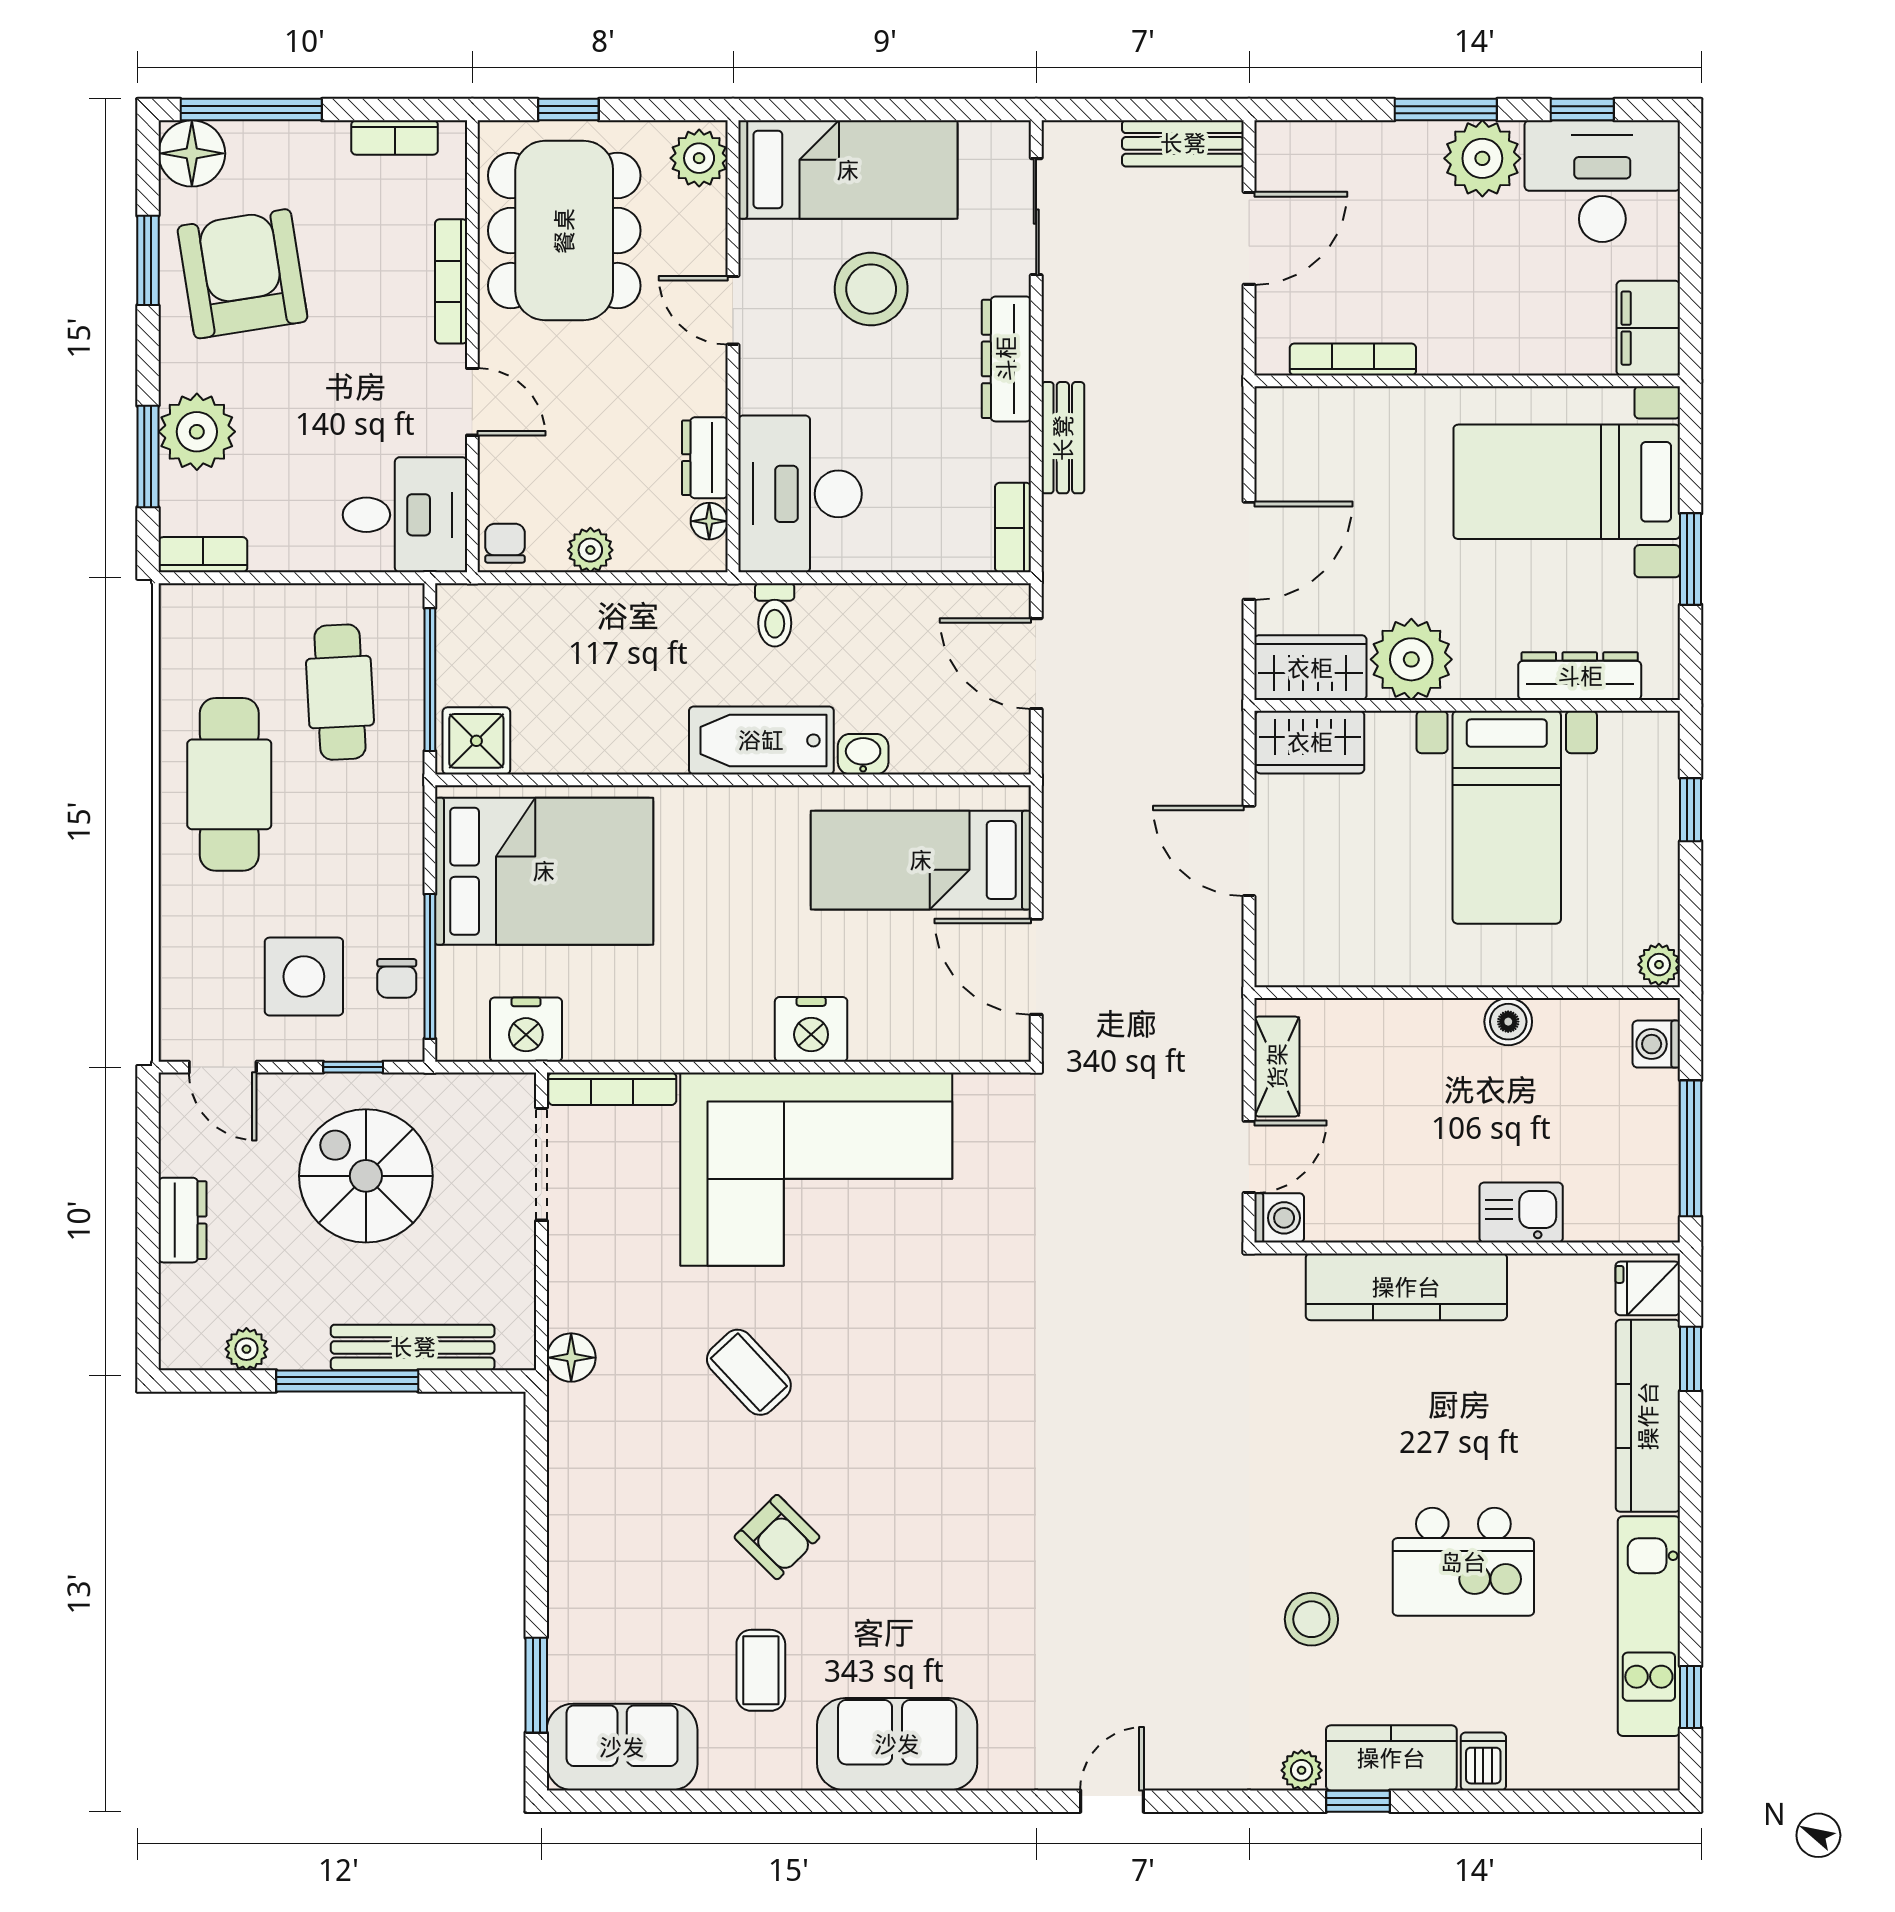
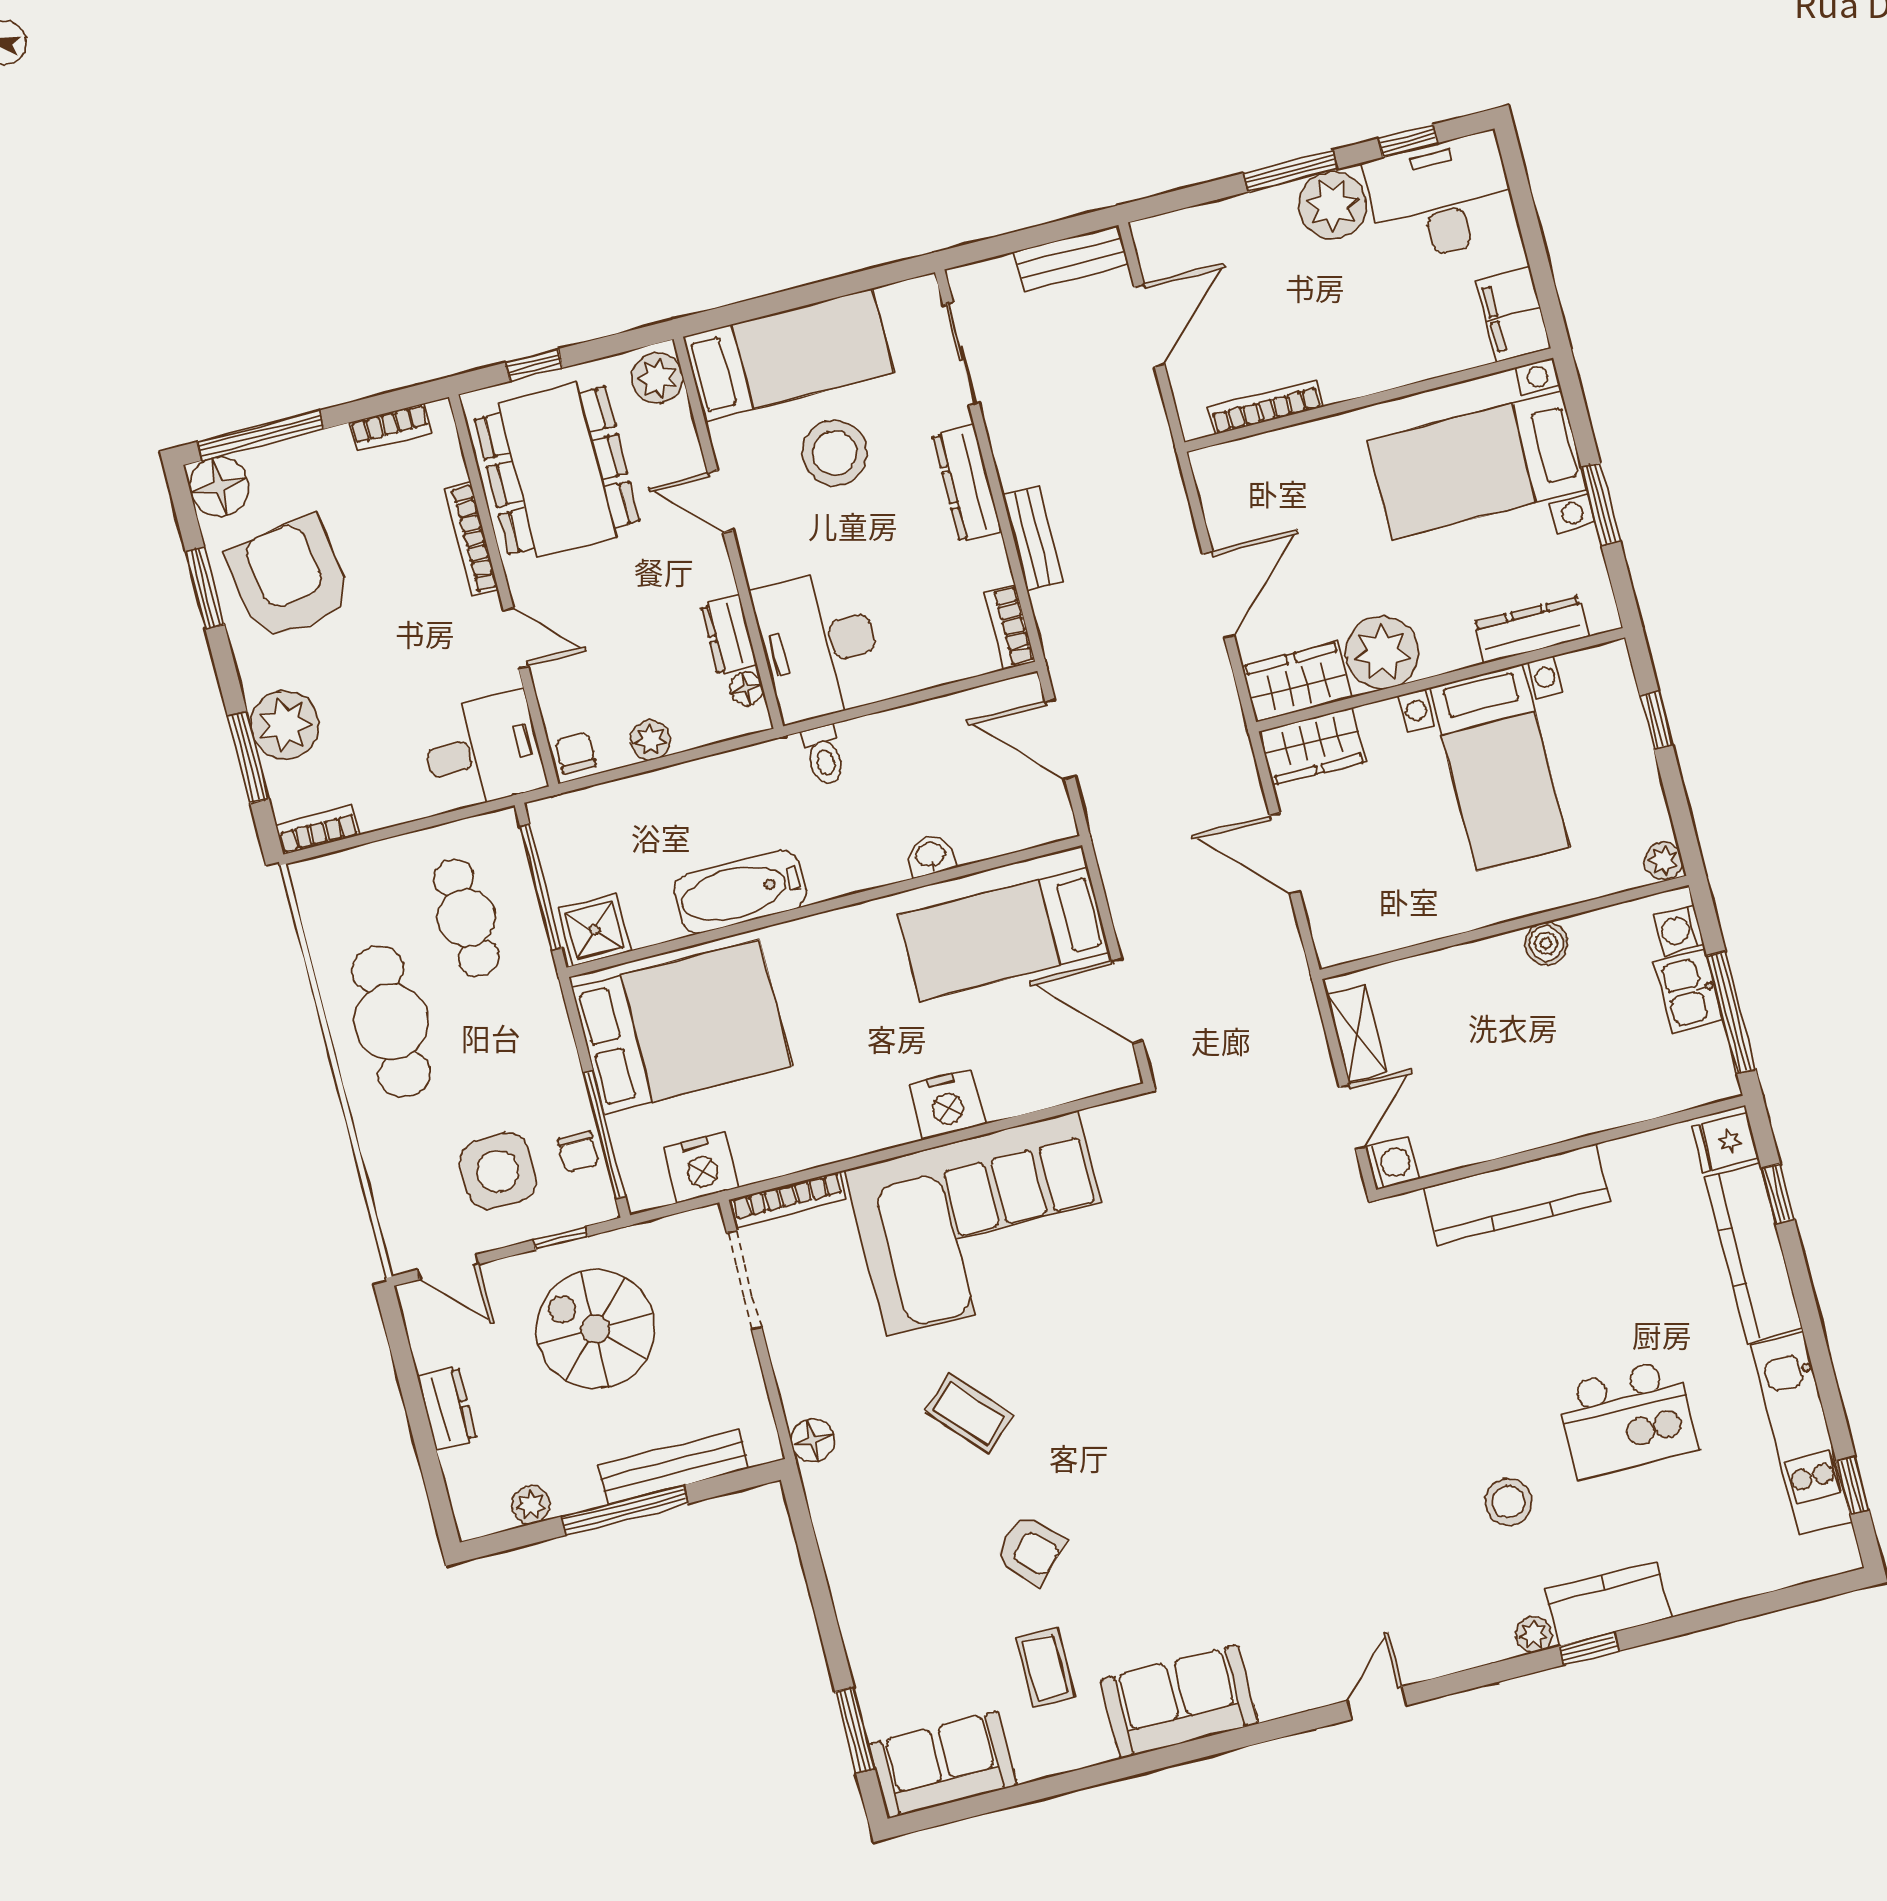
bathtub: (761, 740) -> (740, 892), moved
kitchen sink: (1521, 1212) -> (1688, 991), moved, turned -90
dishwasher: (1483, 1761) -> (1688, 1587), removed

